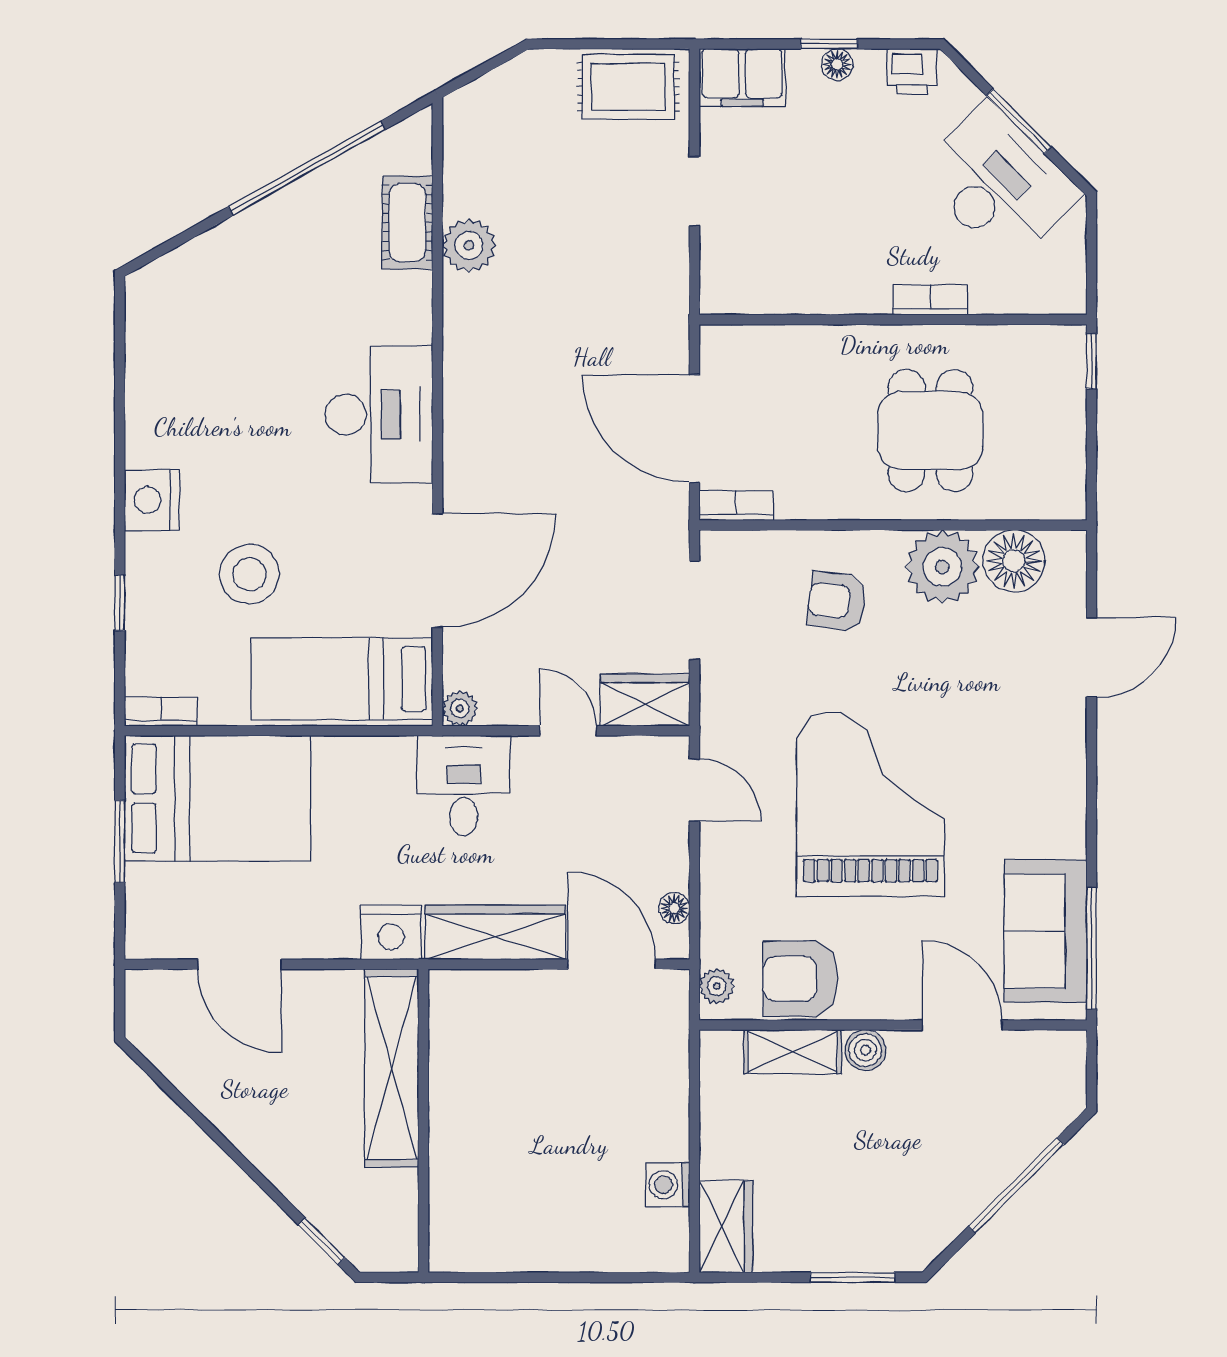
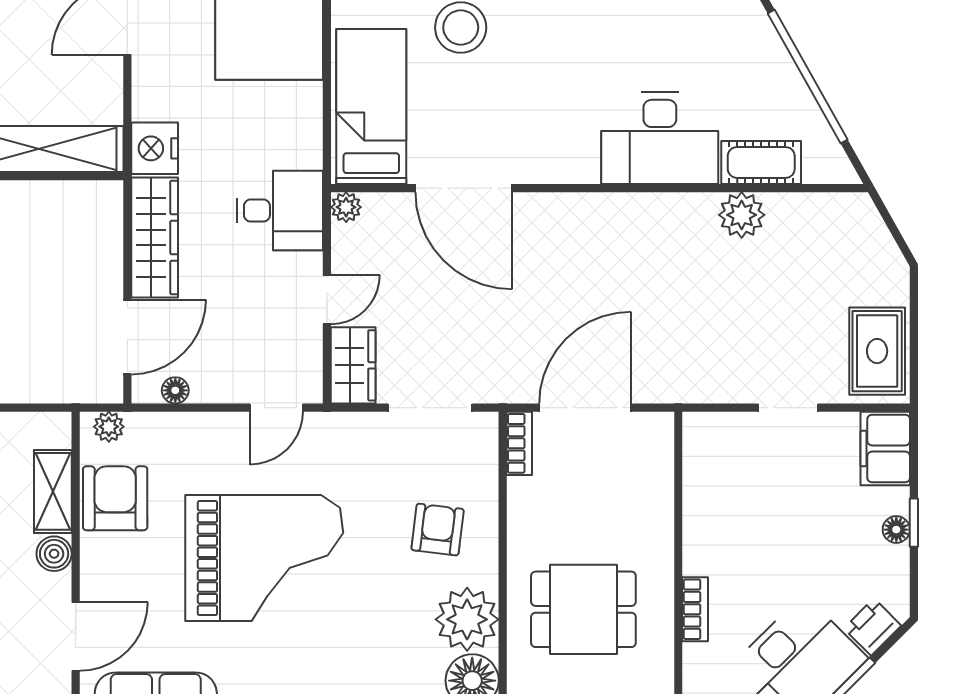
printer: (912, 71) -> (872, 627), moved, turned 45
desk: (379, 414) -> (660, 138), moved

